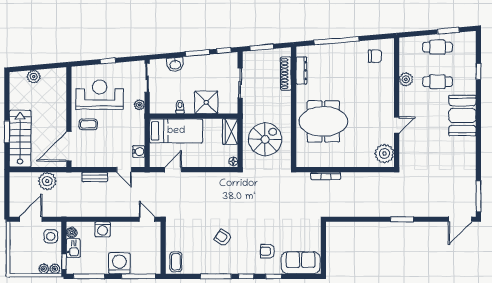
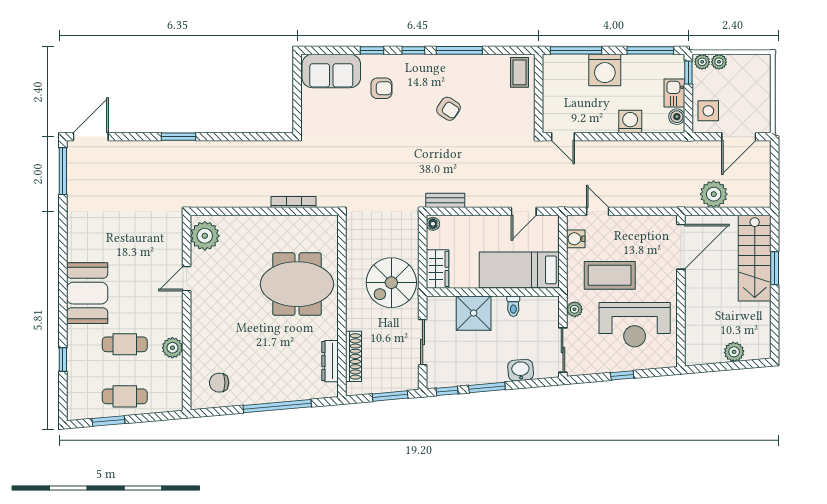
coffee table: (88, 124) -> (610, 275), moved, width x1.86, depth x1.72
spiral stairs: (265, 139) -> (391, 283), moved
bench: (95, 177) -> (445, 200), moved

